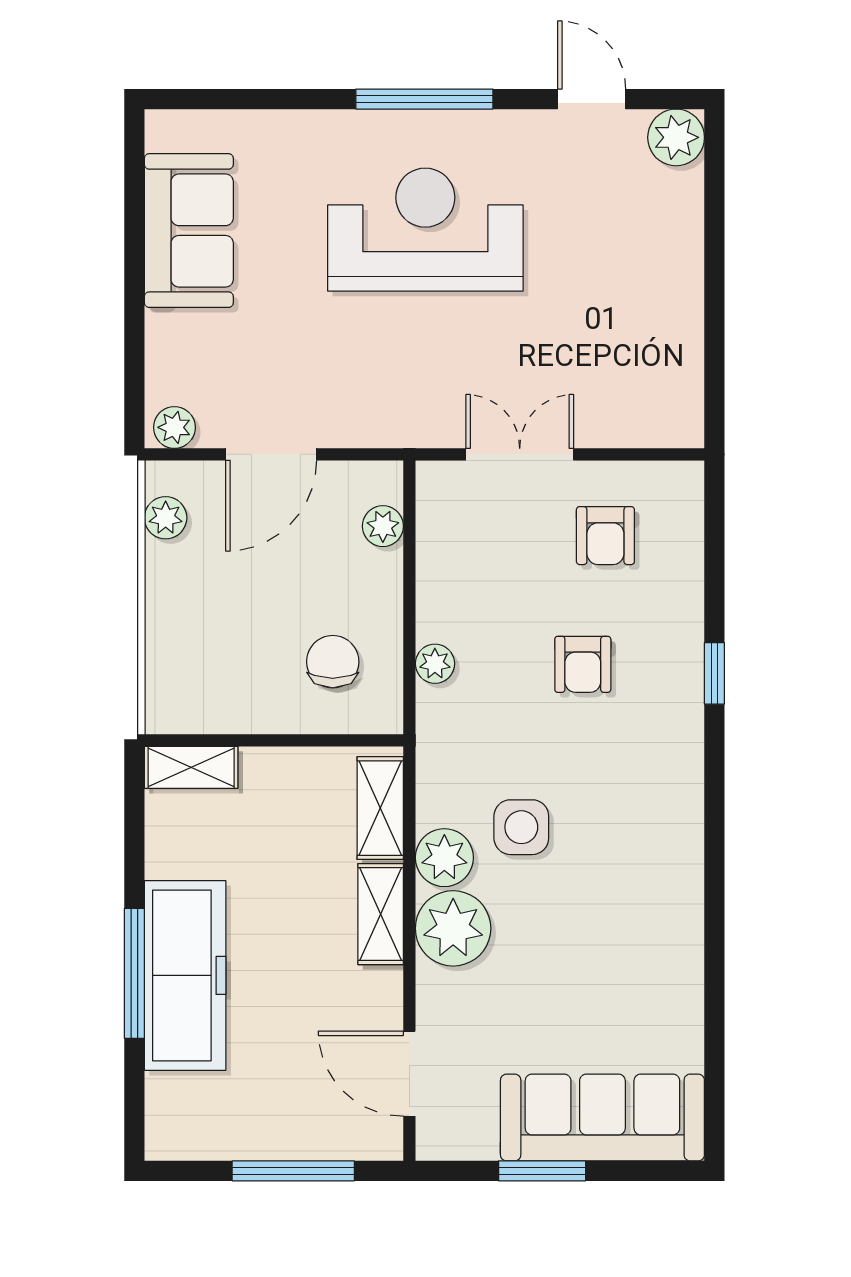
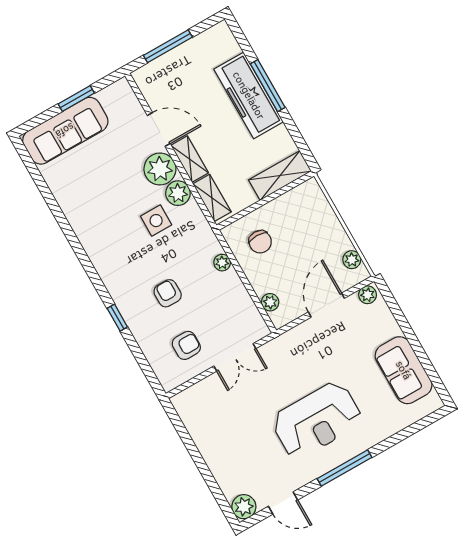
armchair: (605, 536) -> (186, 345), turned 90
shelving: (191, 767) -> (280, 176), width x1.50, depth x1.33
door: (409, 1074) -> (159, 130), moved

